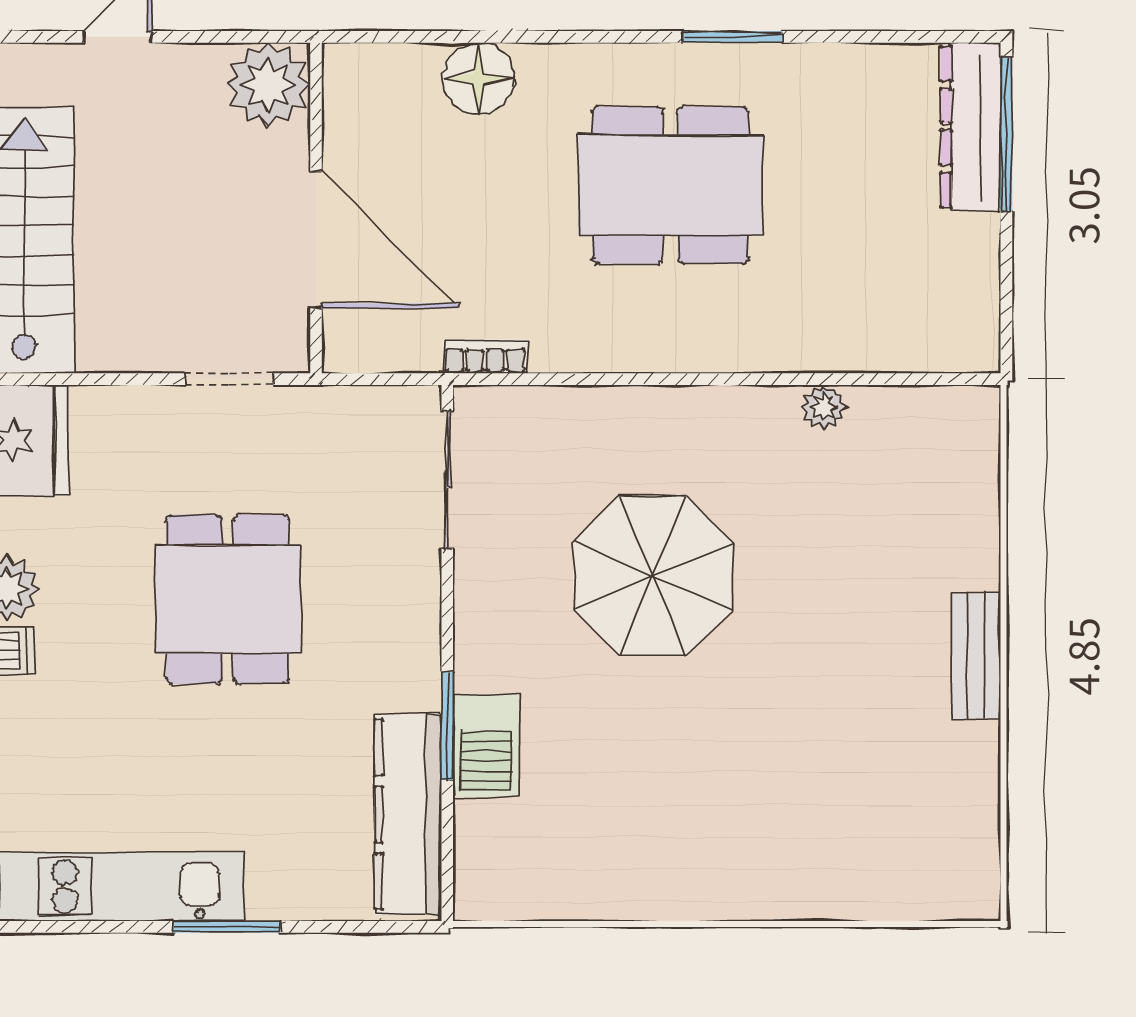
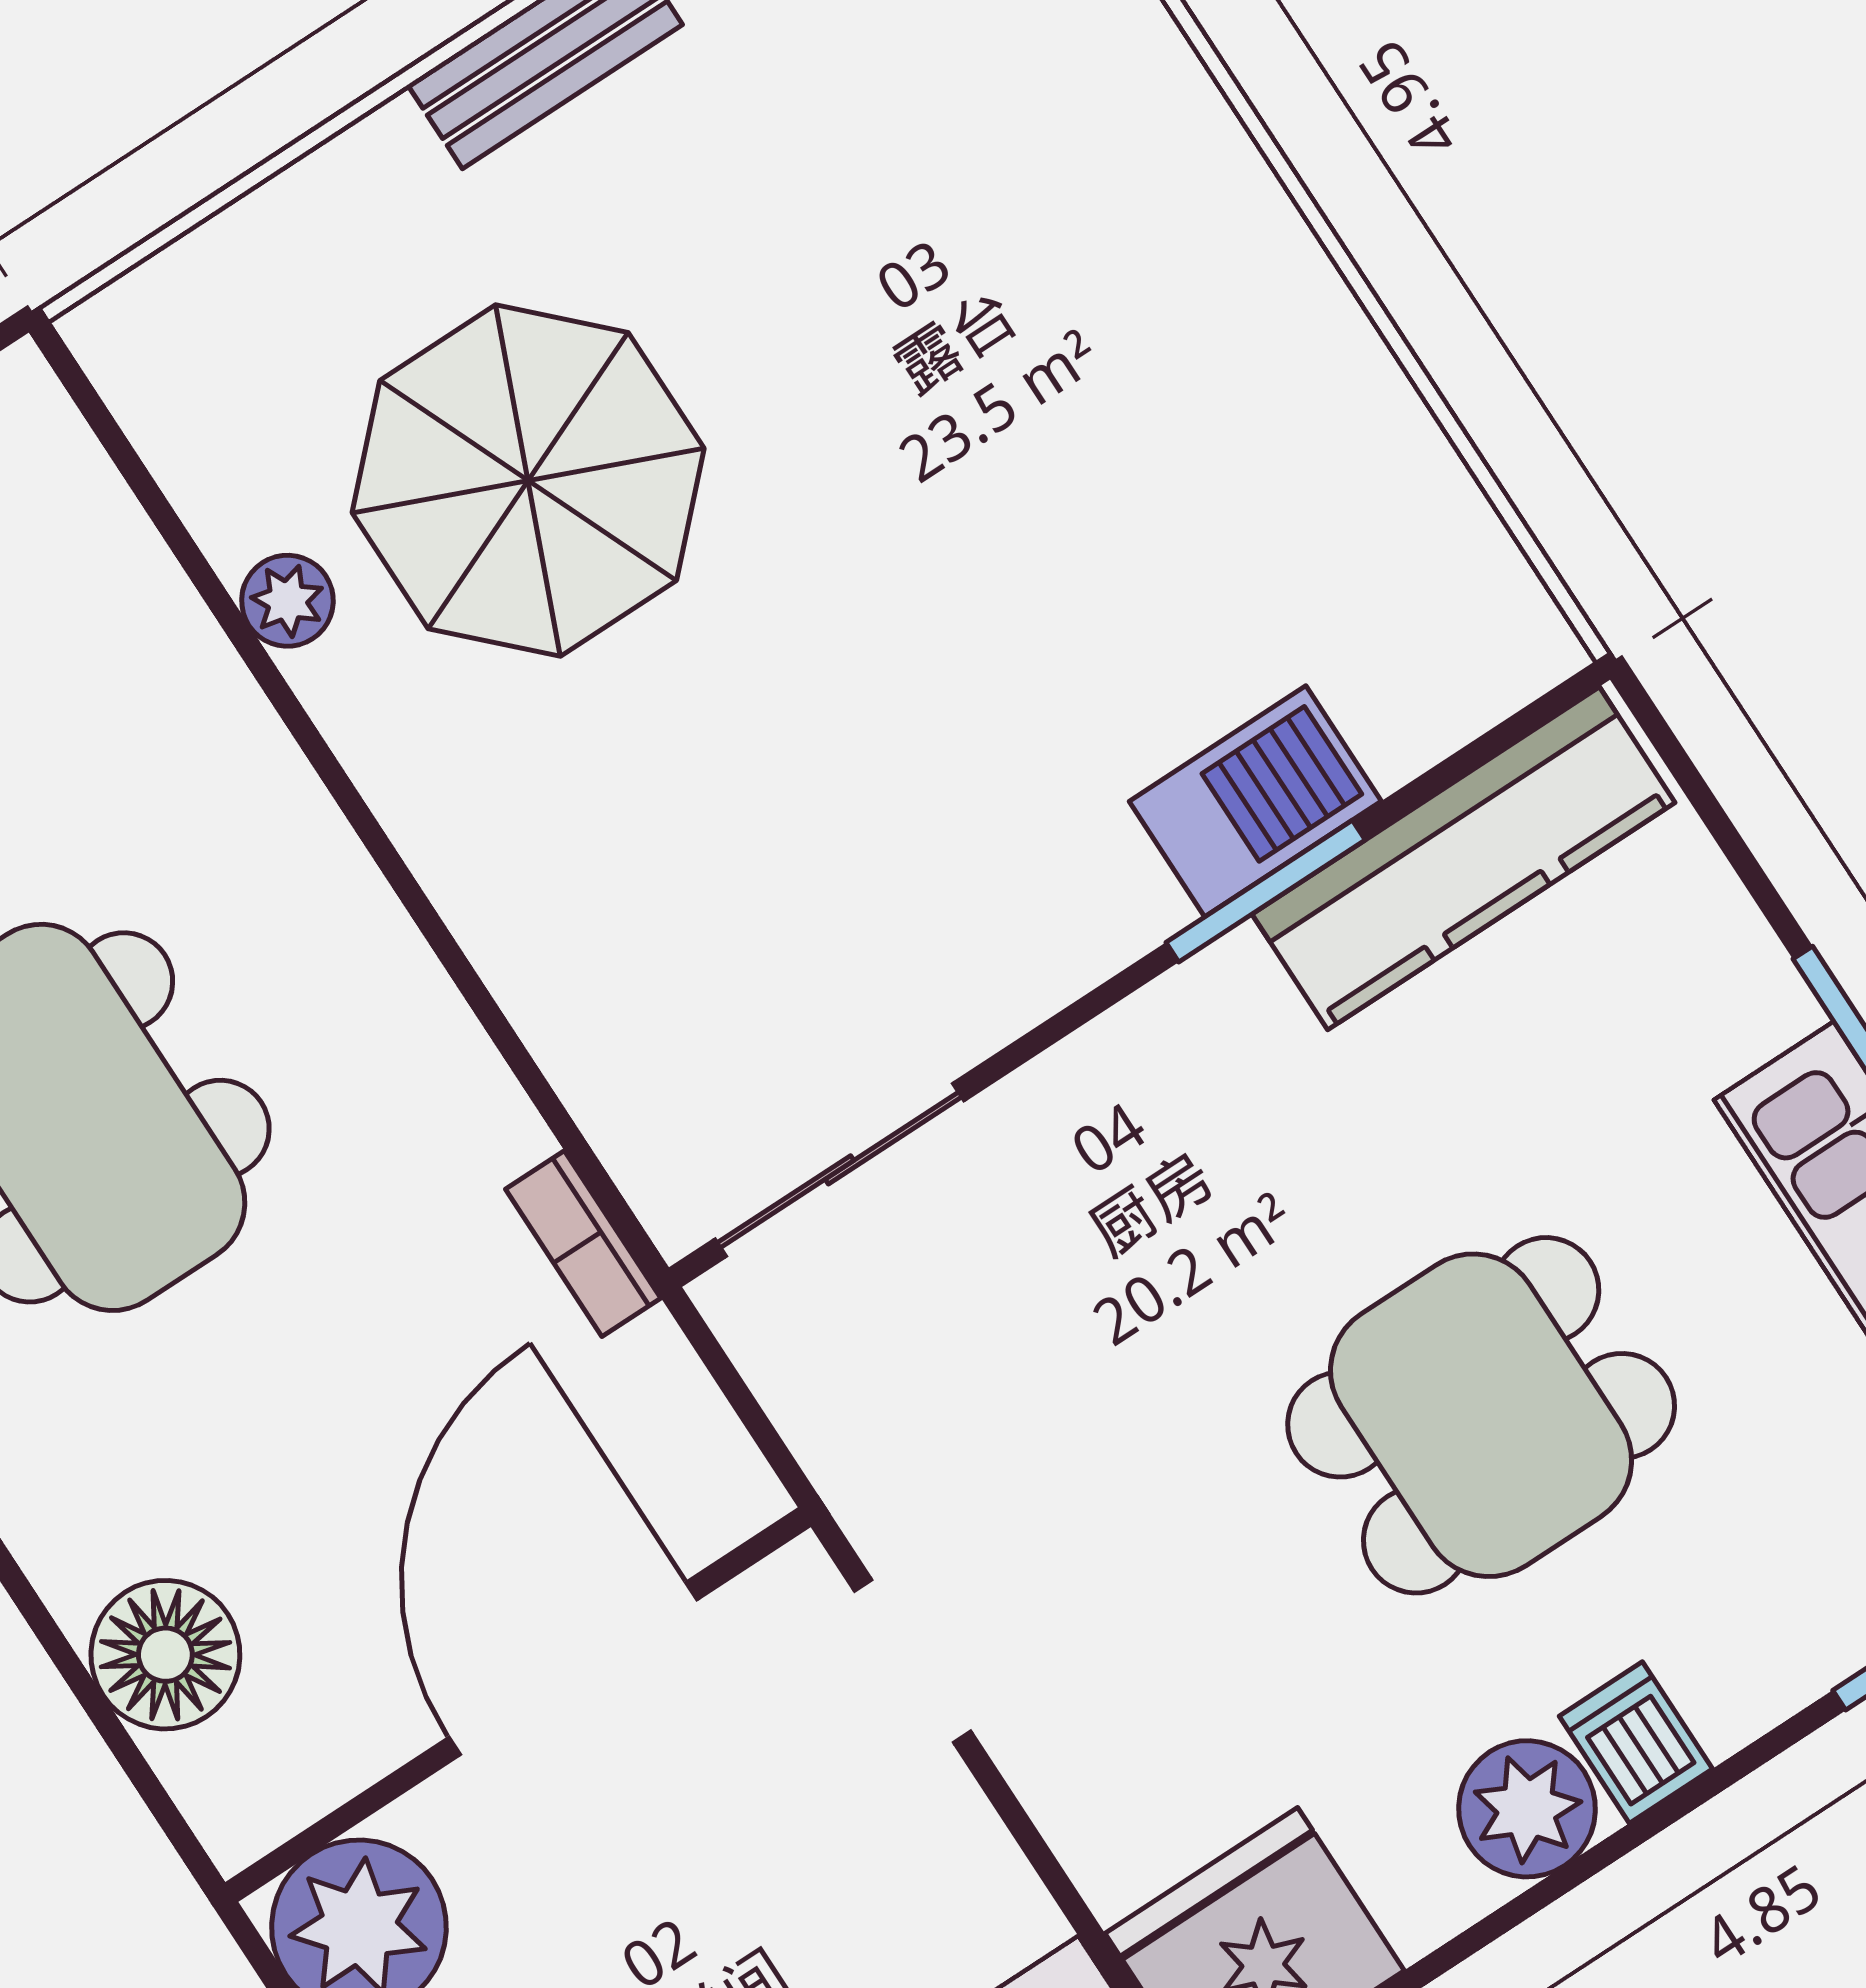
floor lamp: (479, 79) -> (165, 1655), moved
parasol: (653, 576) -> (528, 481), moved
dining table: (228, 599) -> (1481, 1415), moved

